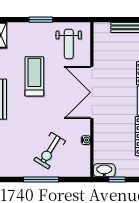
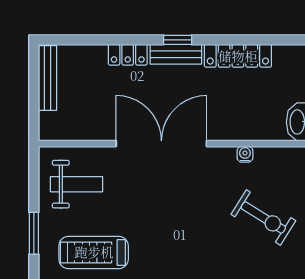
treadmill: (34, 76) -> (94, 252), moved
double door: (92, 92) -> (161, 144), swing flipped

